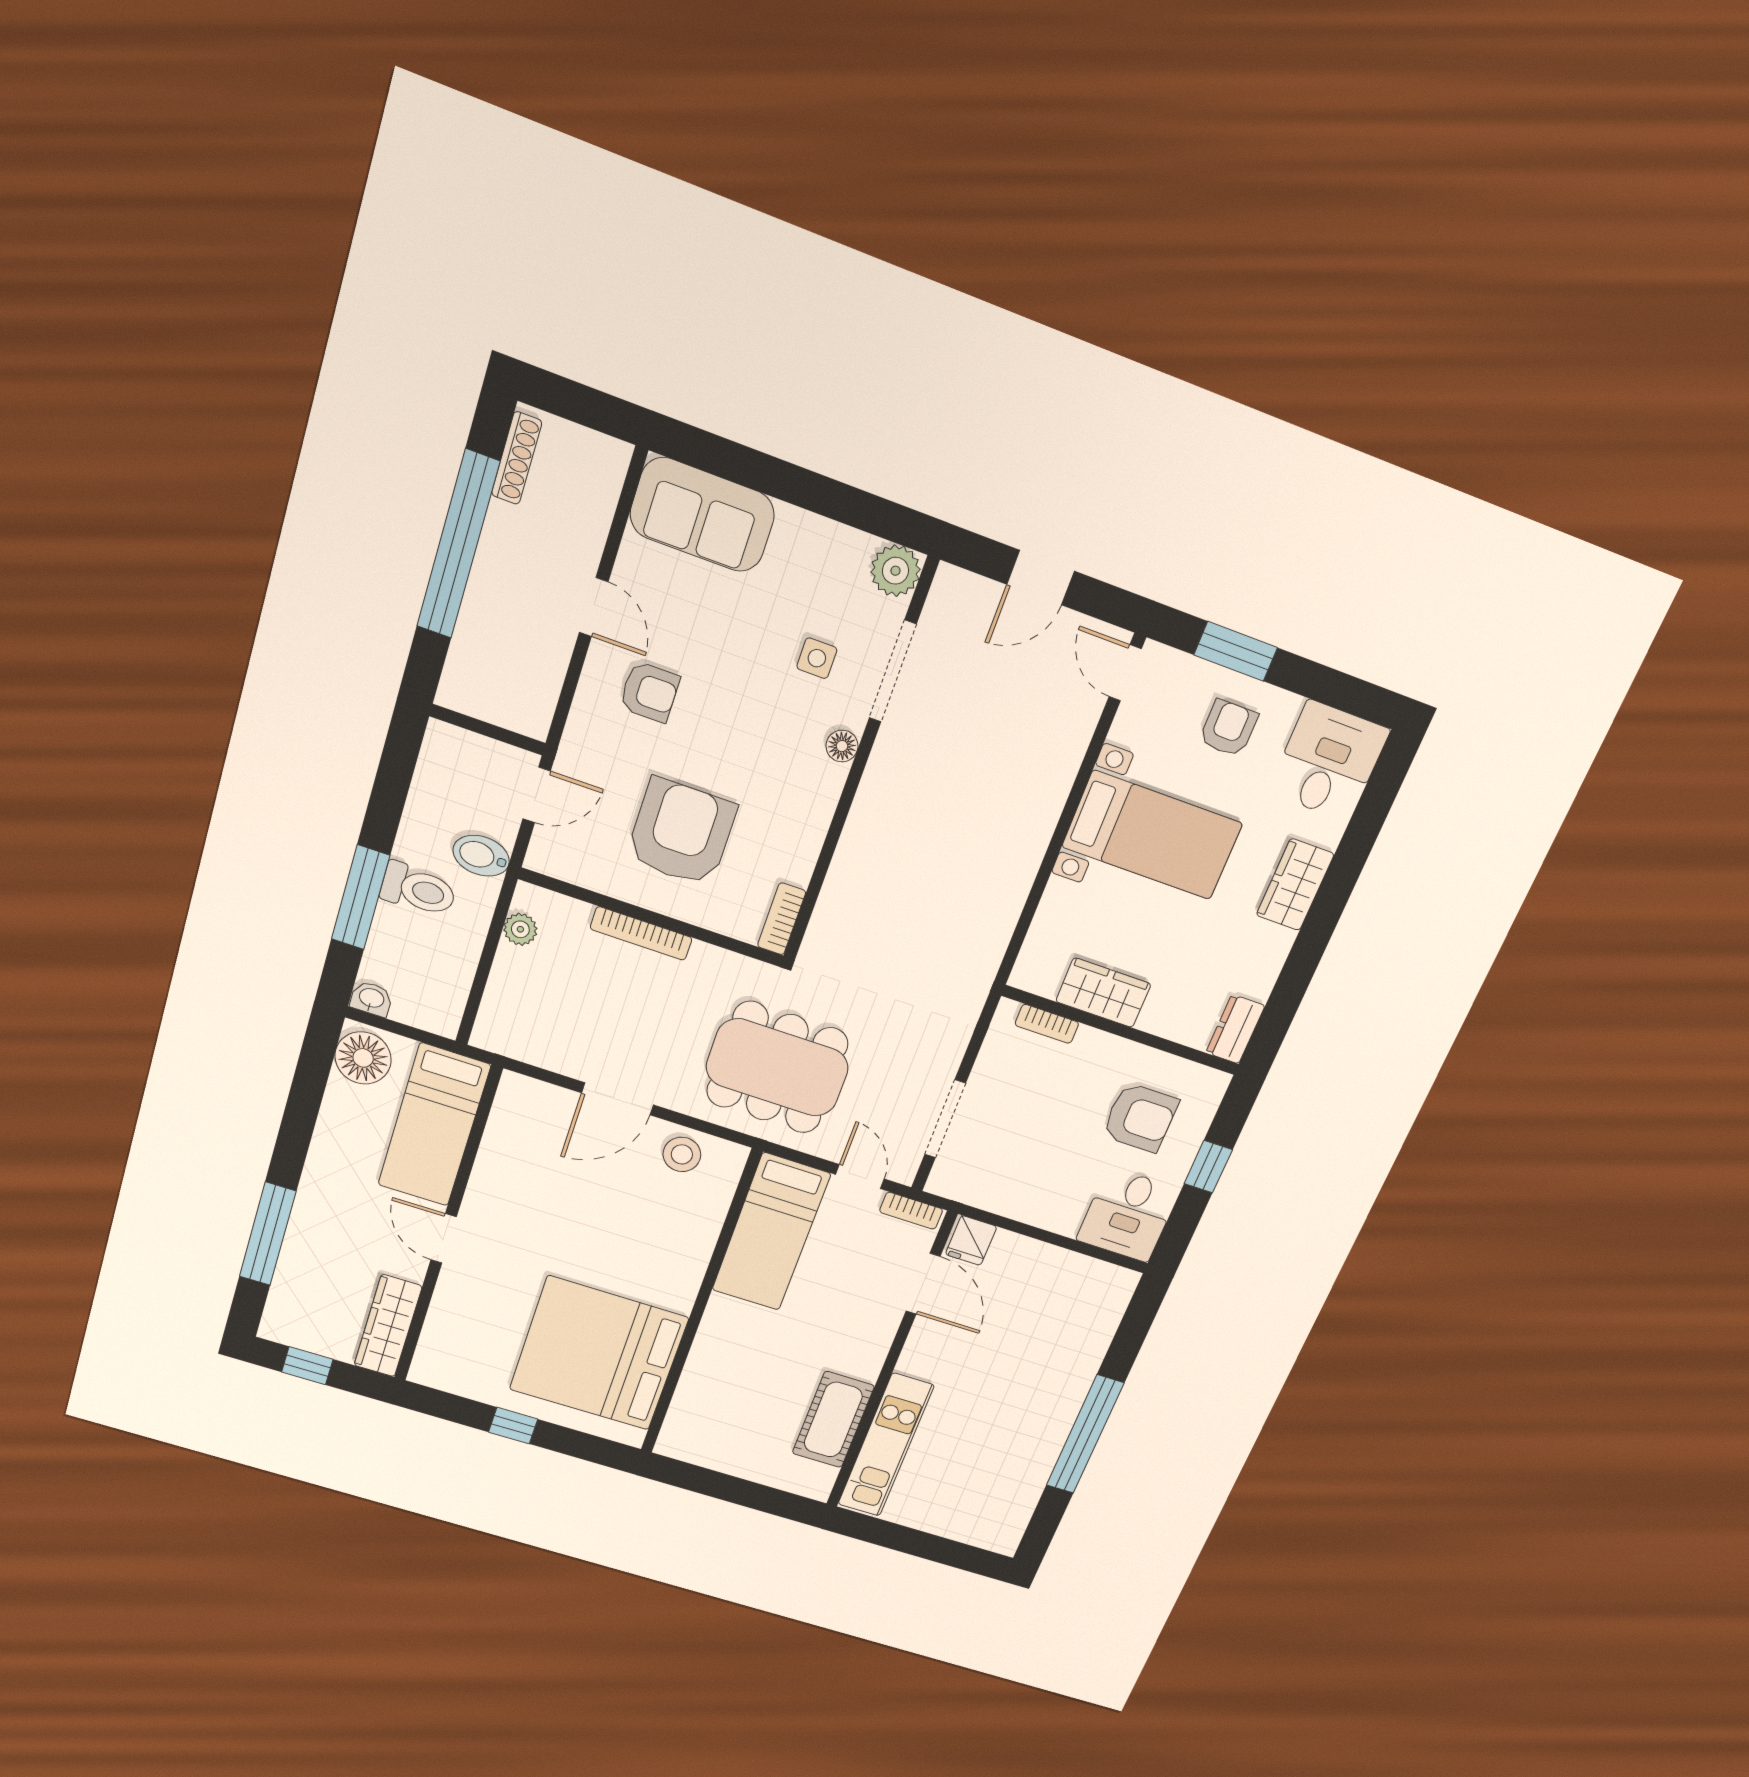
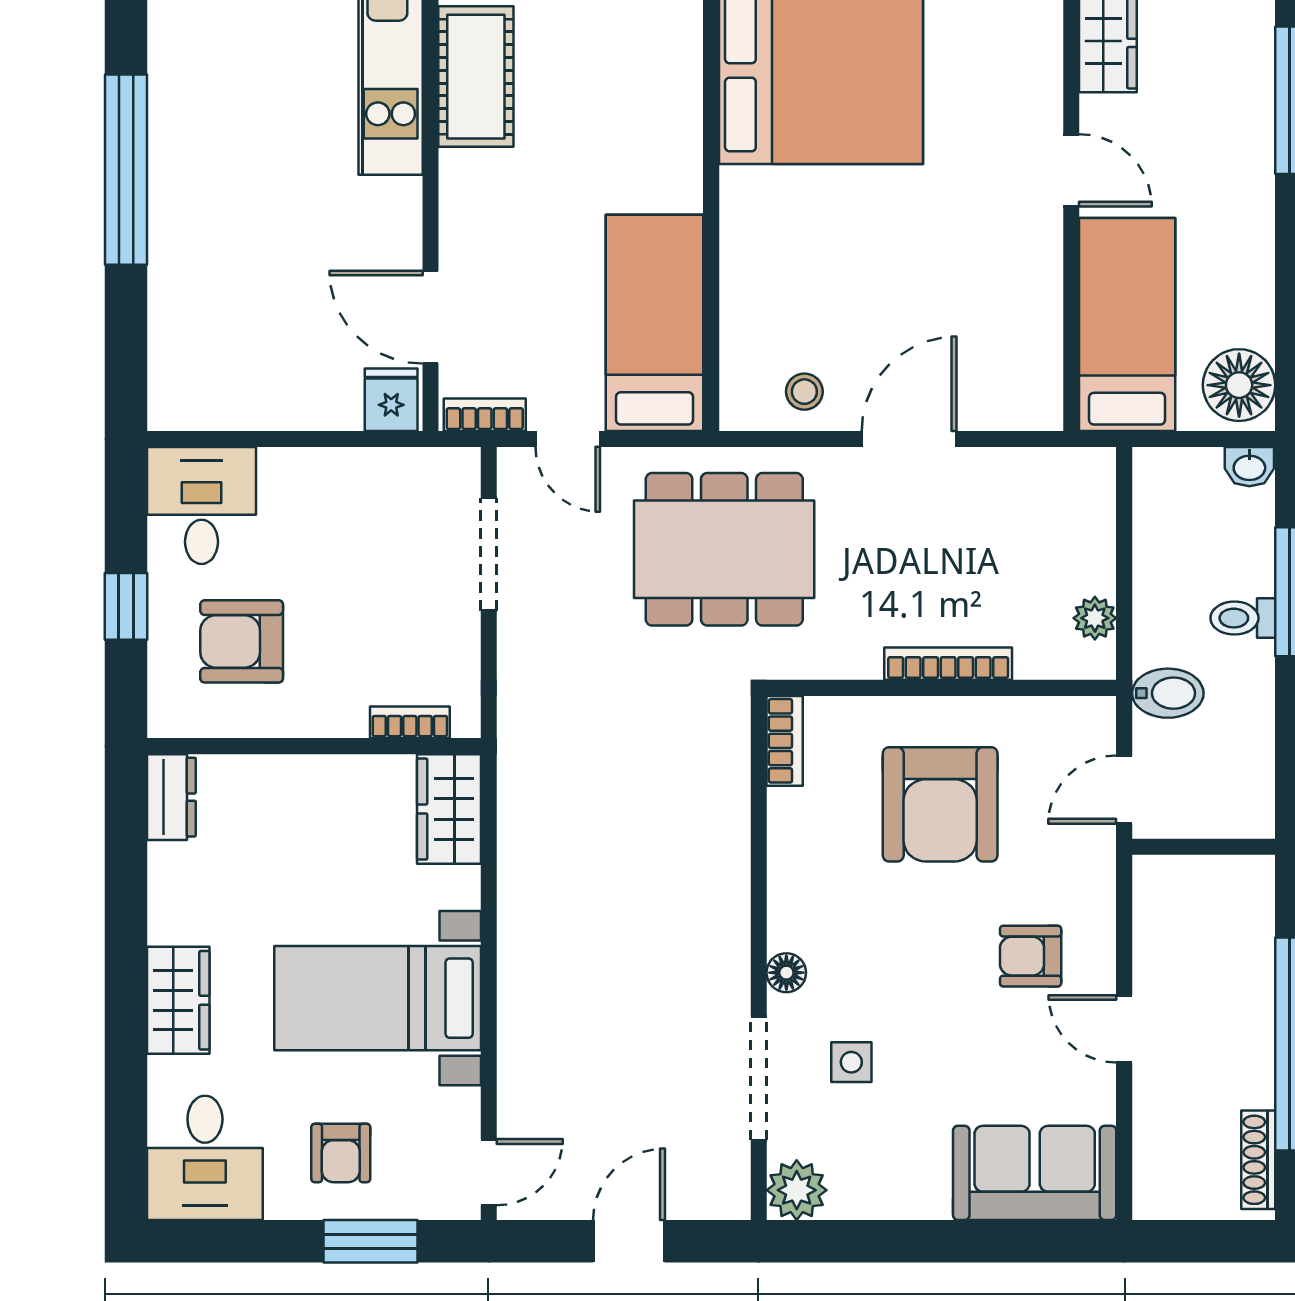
door: (1125, 673) -> (489, 1172), hinge flipped
toilet: (418, 890) -> (1243, 618), width x0.73, depth x0.72
wardrobe: (1103, 993) -> (449, 809), moved, turned 90
stool: (682, 1154) -> (804, 392), width x0.73, depth x0.73

